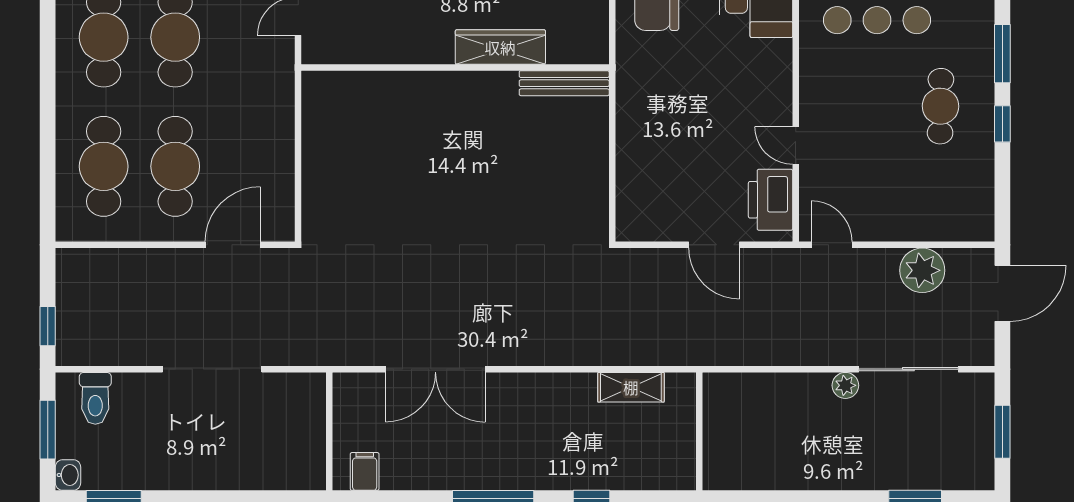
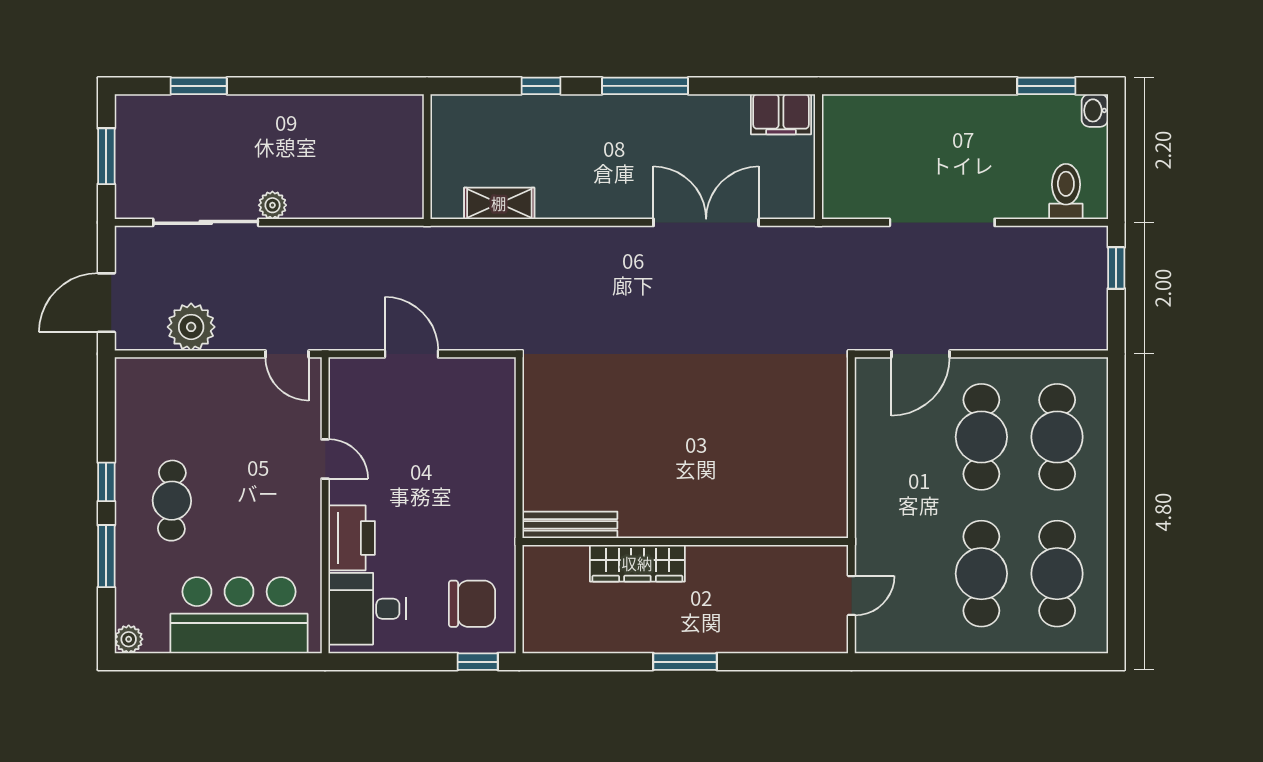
printer: (771, 200) -> (352, 538), moved
window: (48, 430) -> (1116, 158), removed
filing cabinet: (365, 471) -> (781, 114), width x2.00

